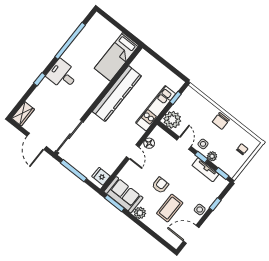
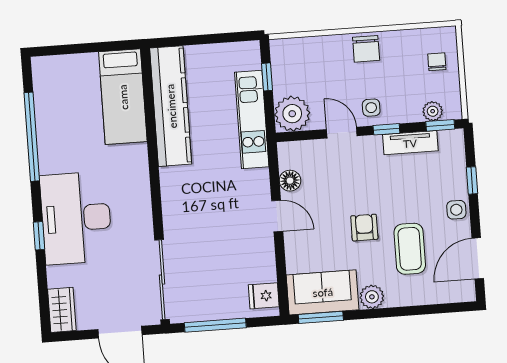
desk: (62, 75) -> (76, 218), width x1.87, depth x1.30
kitchen counter: (117, 94) -> (171, 106), moved
plant: (212, 156) -> (433, 111), moved

